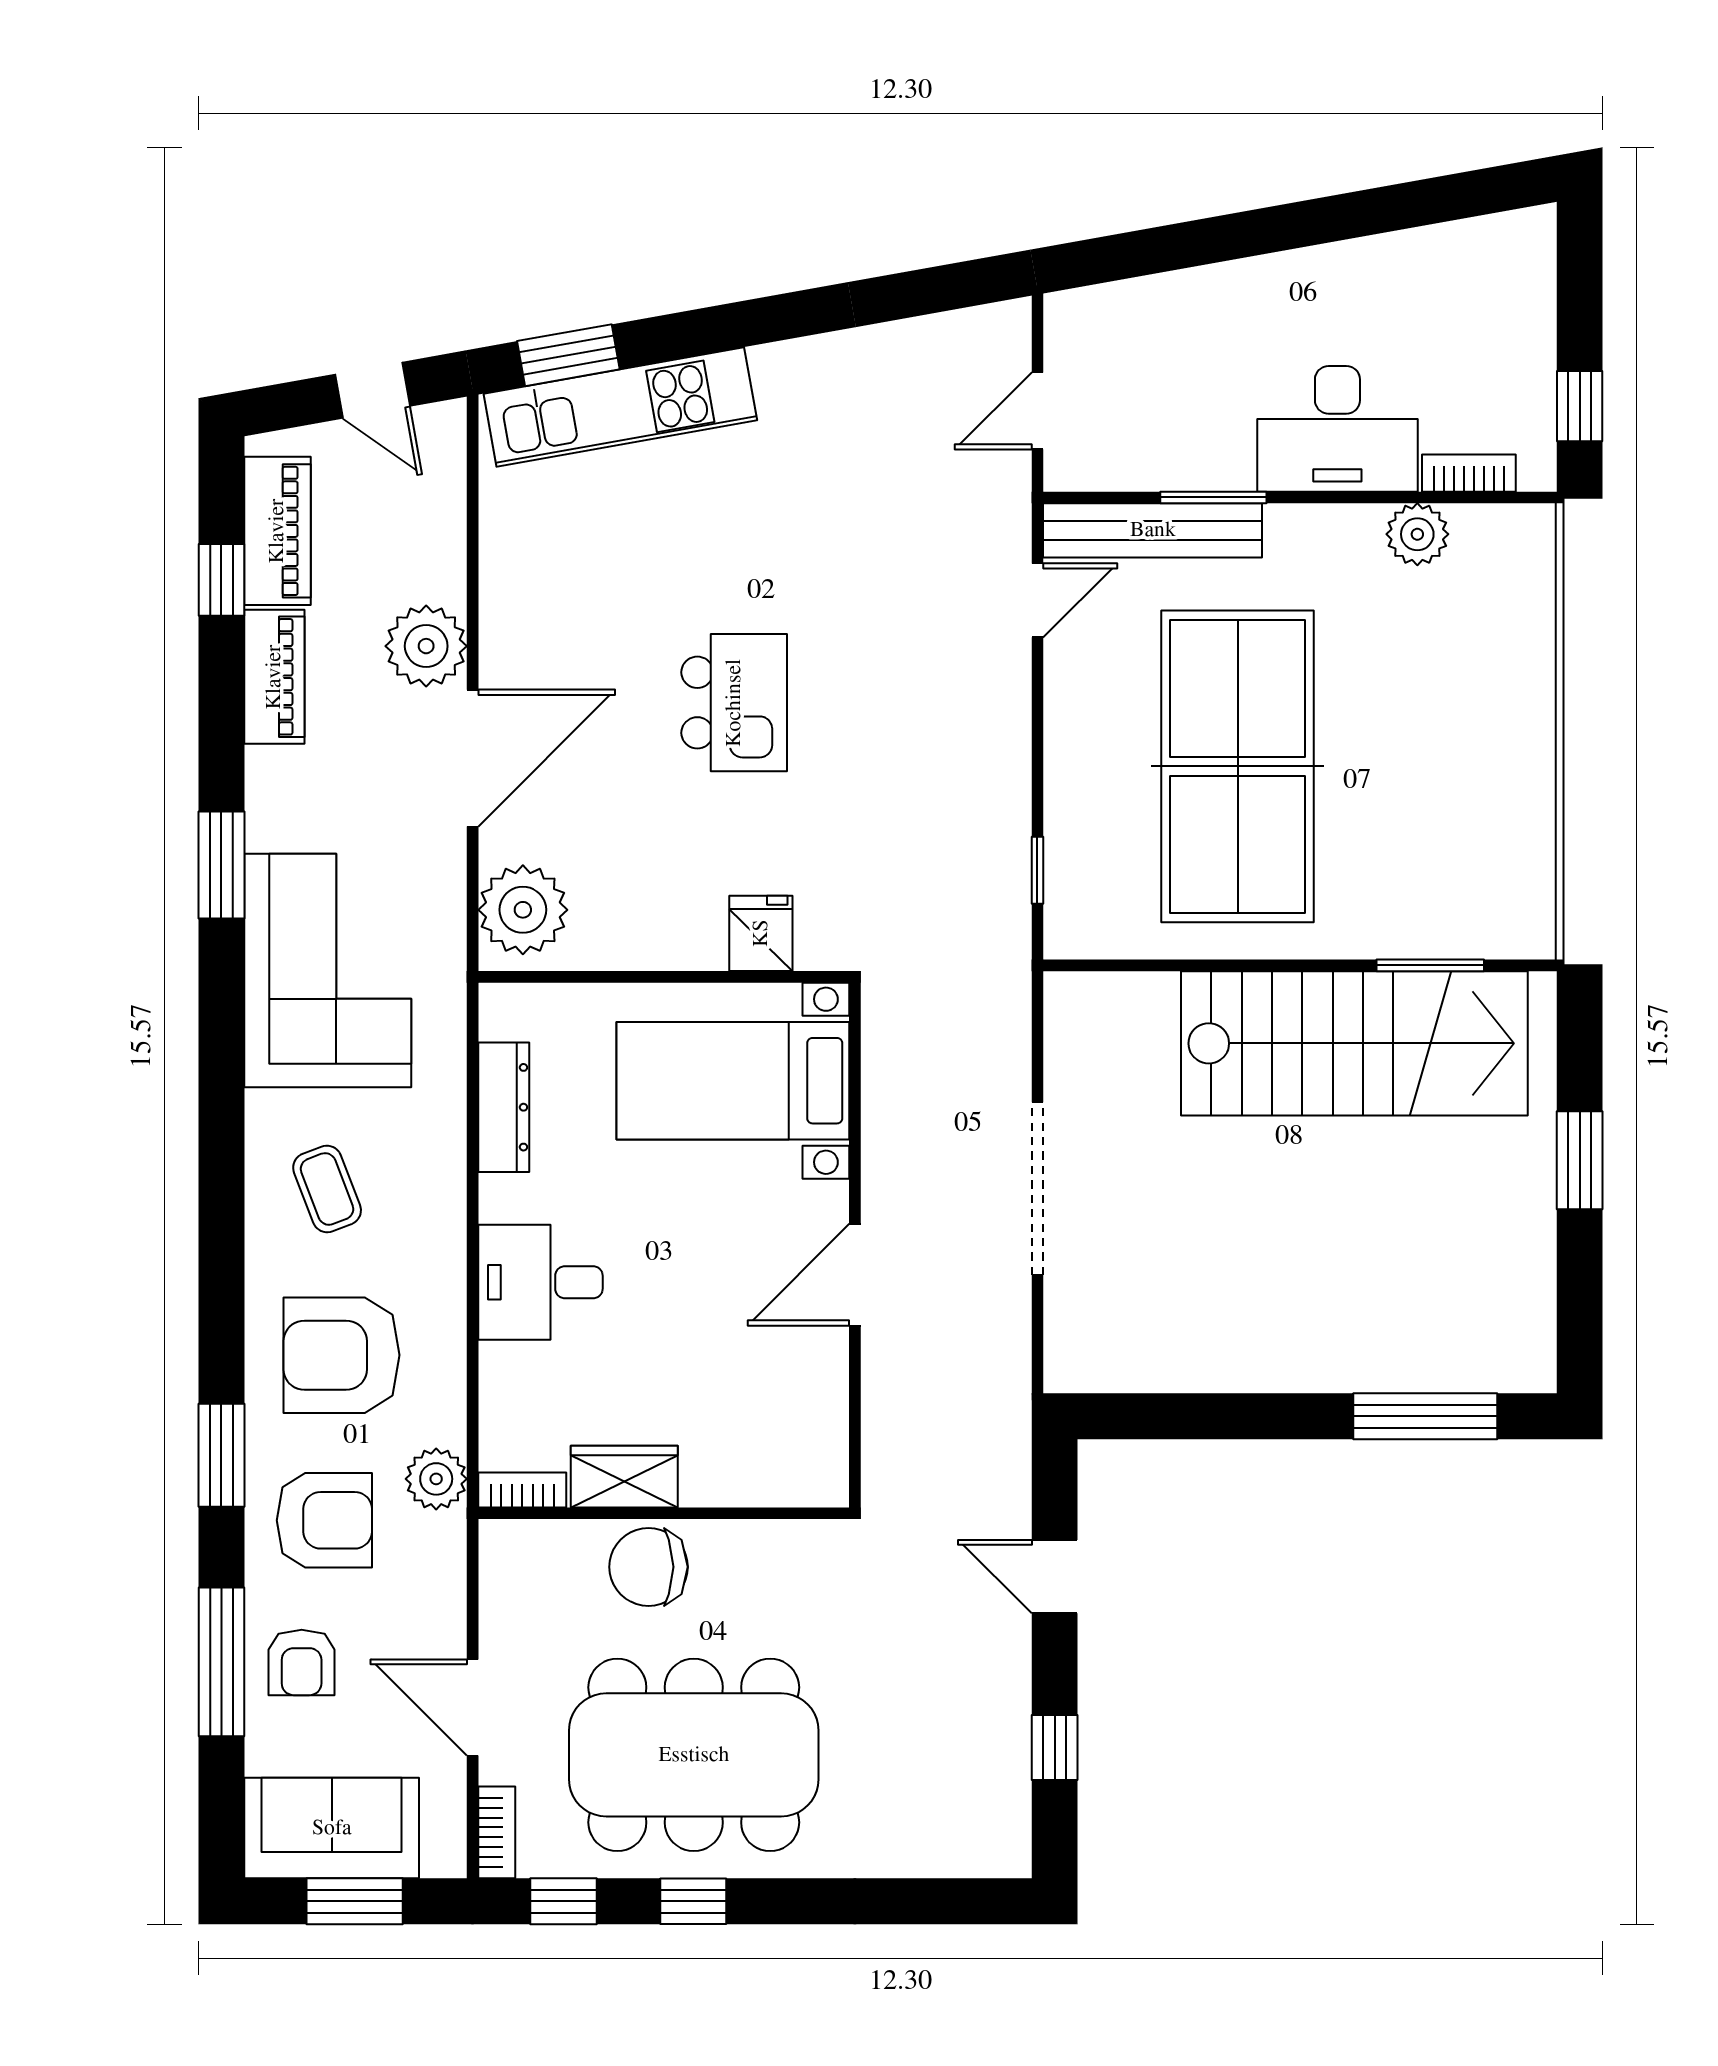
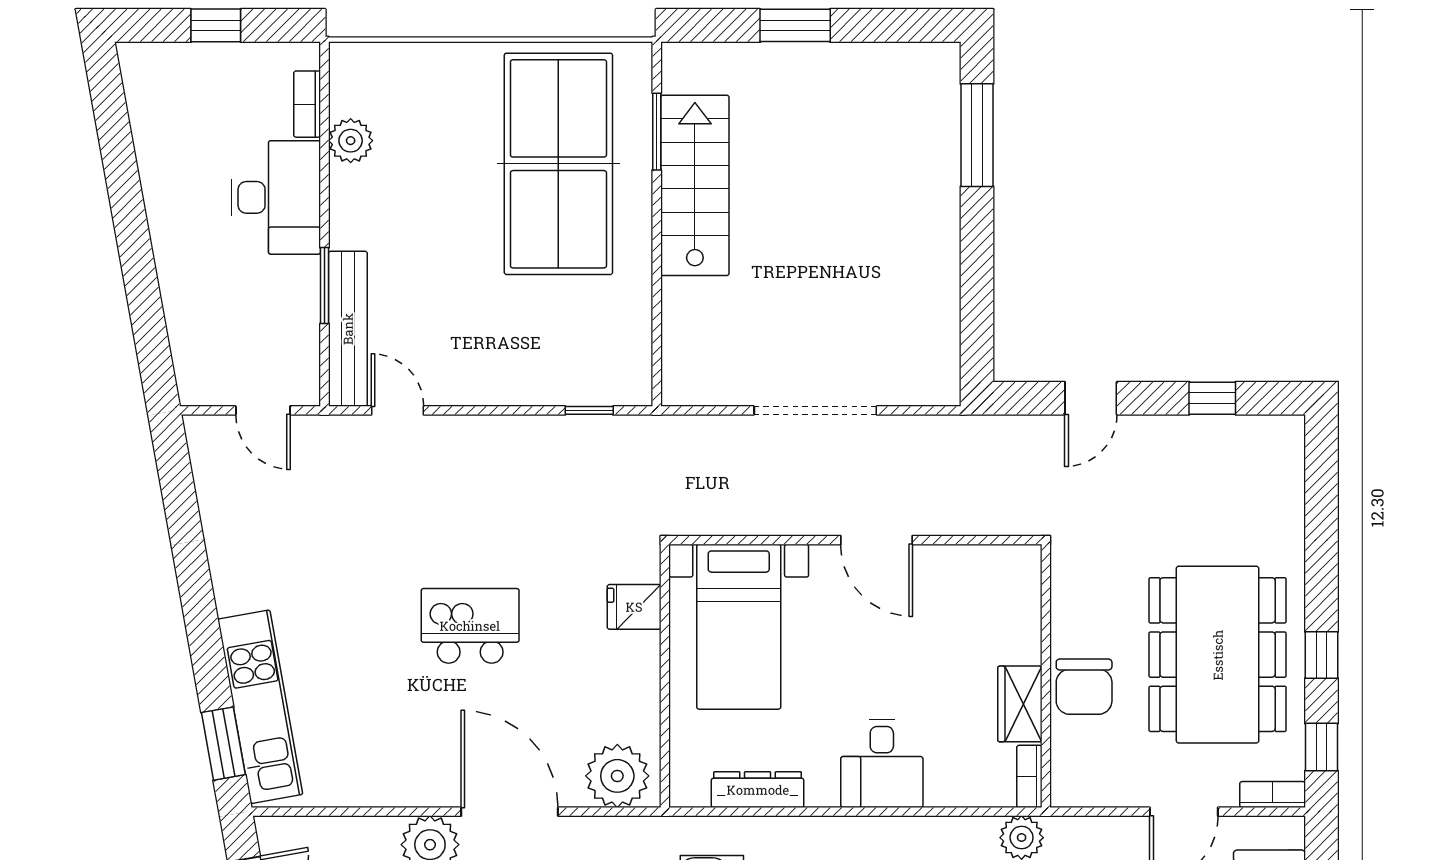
window: (1580, 406) -> (216, 25), moved
table tennis table: (1238, 766) -> (558, 164), moved, turned 90
stairs: (1354, 1043) -> (695, 185), width x0.73, depth x0.66

